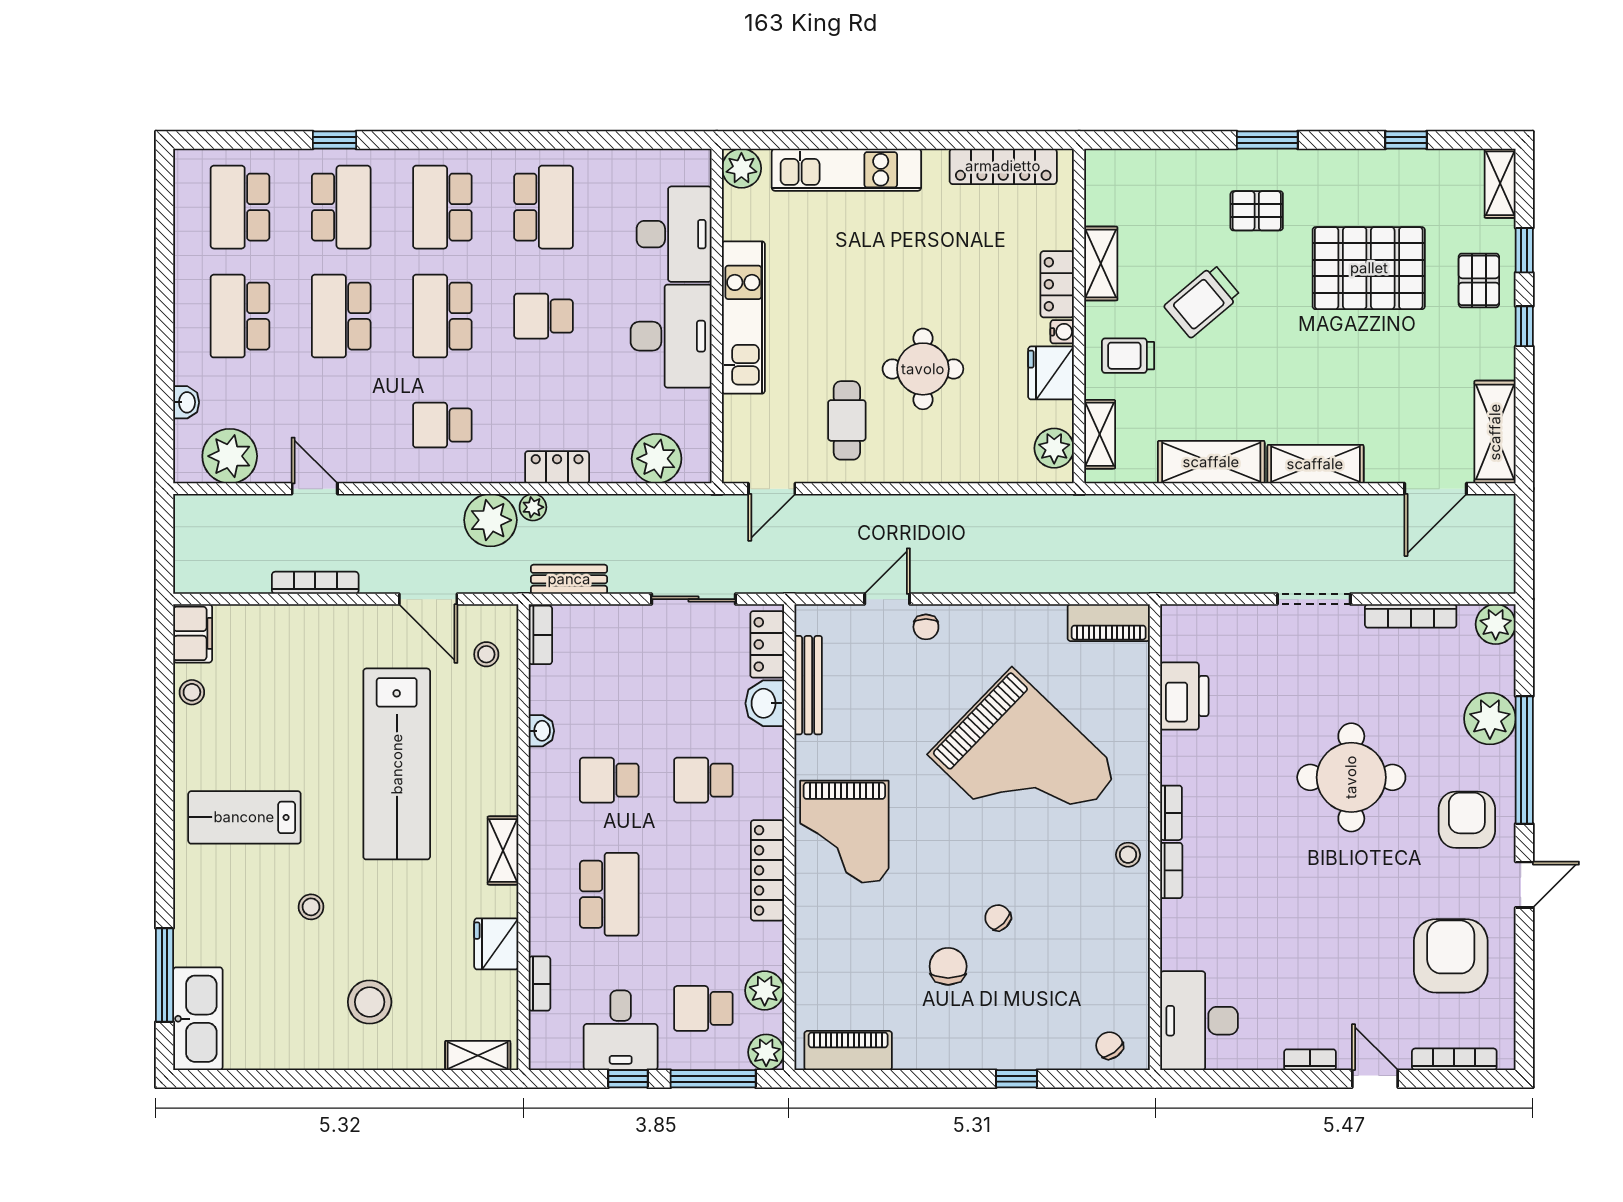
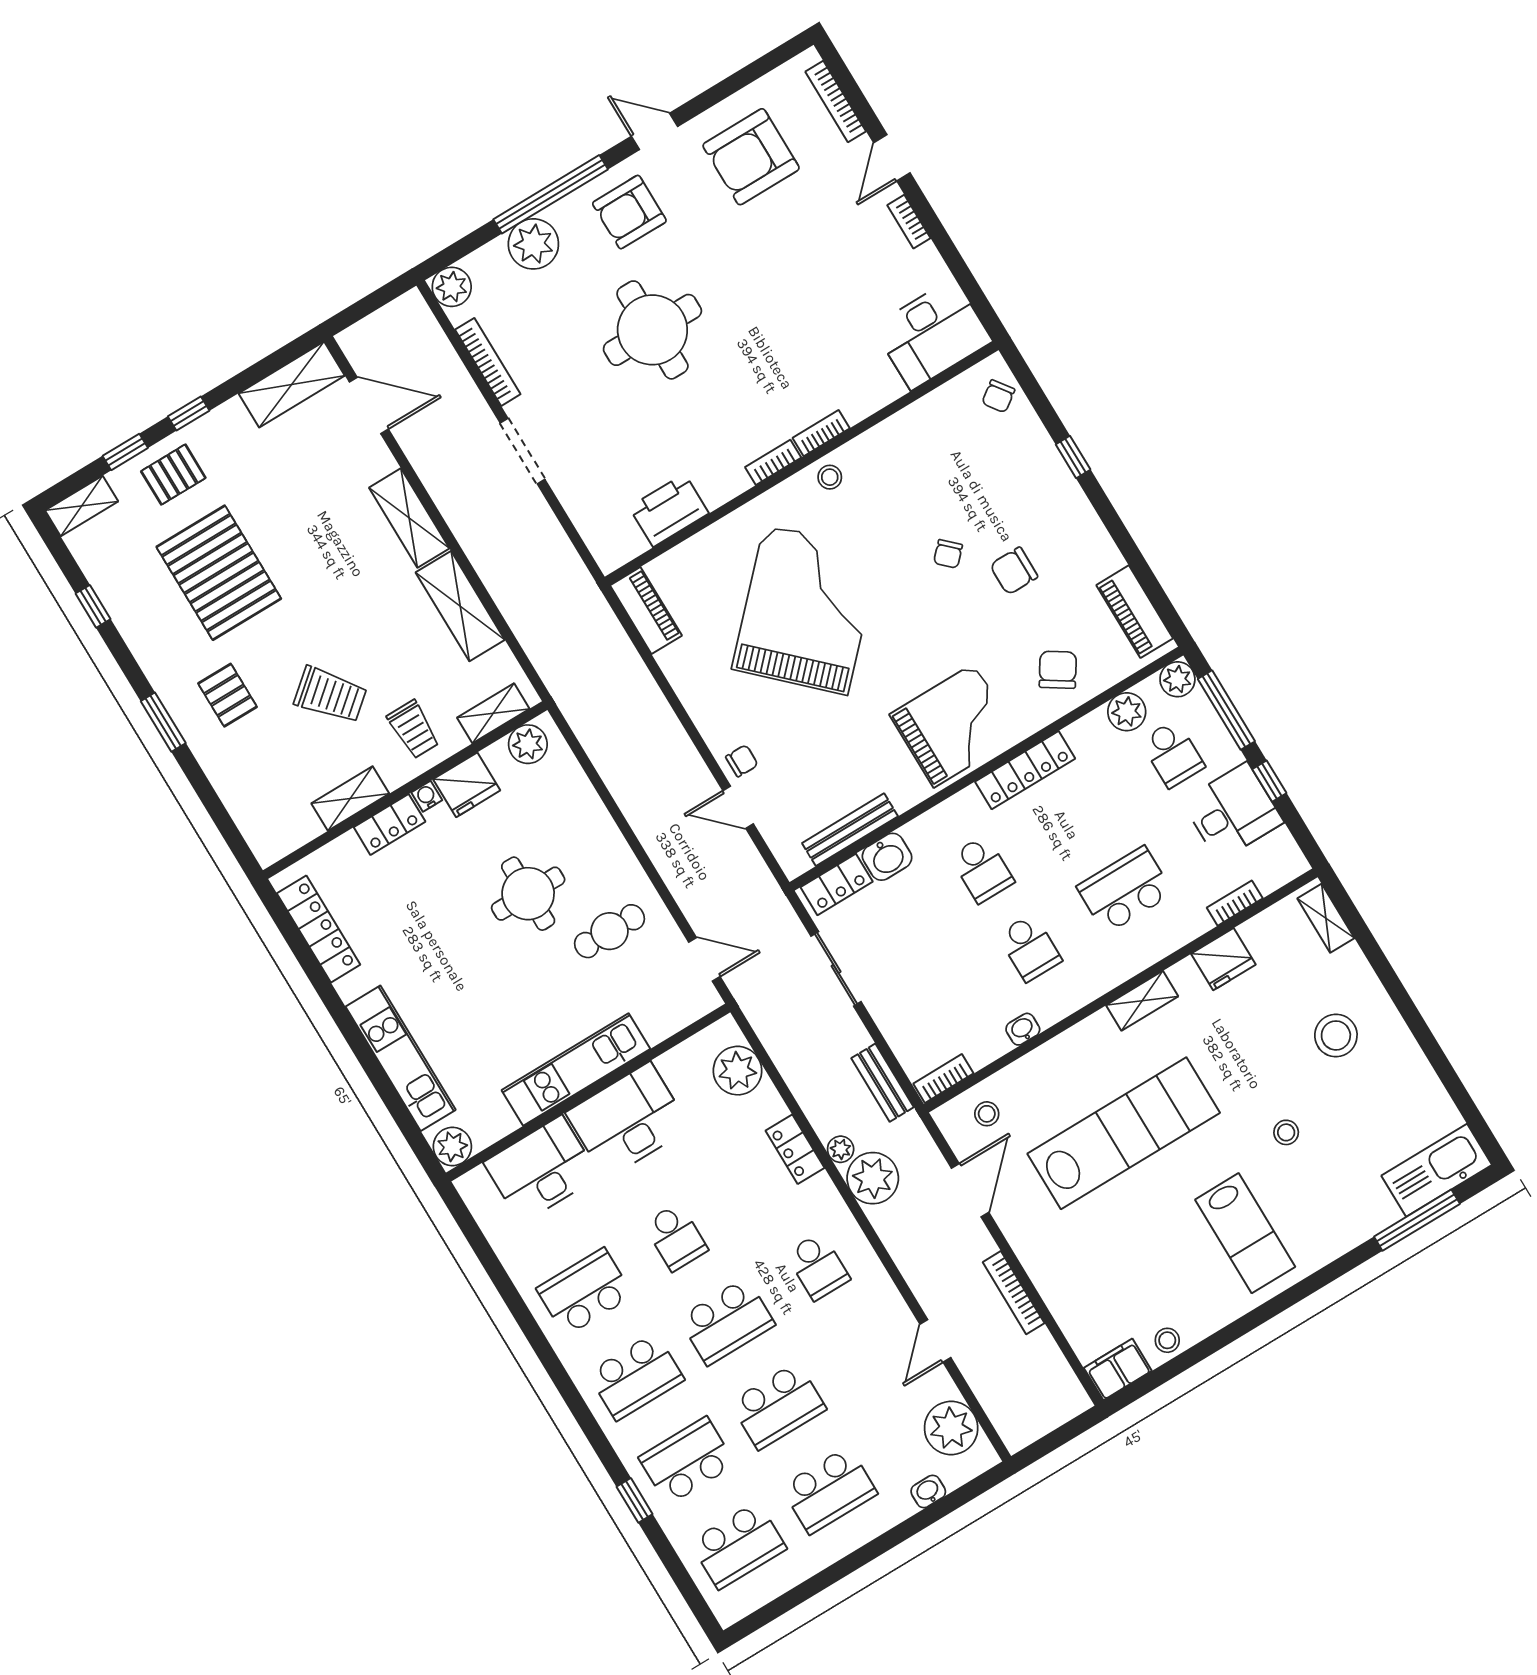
chair: (838, 952) -> (1058, 670), added

